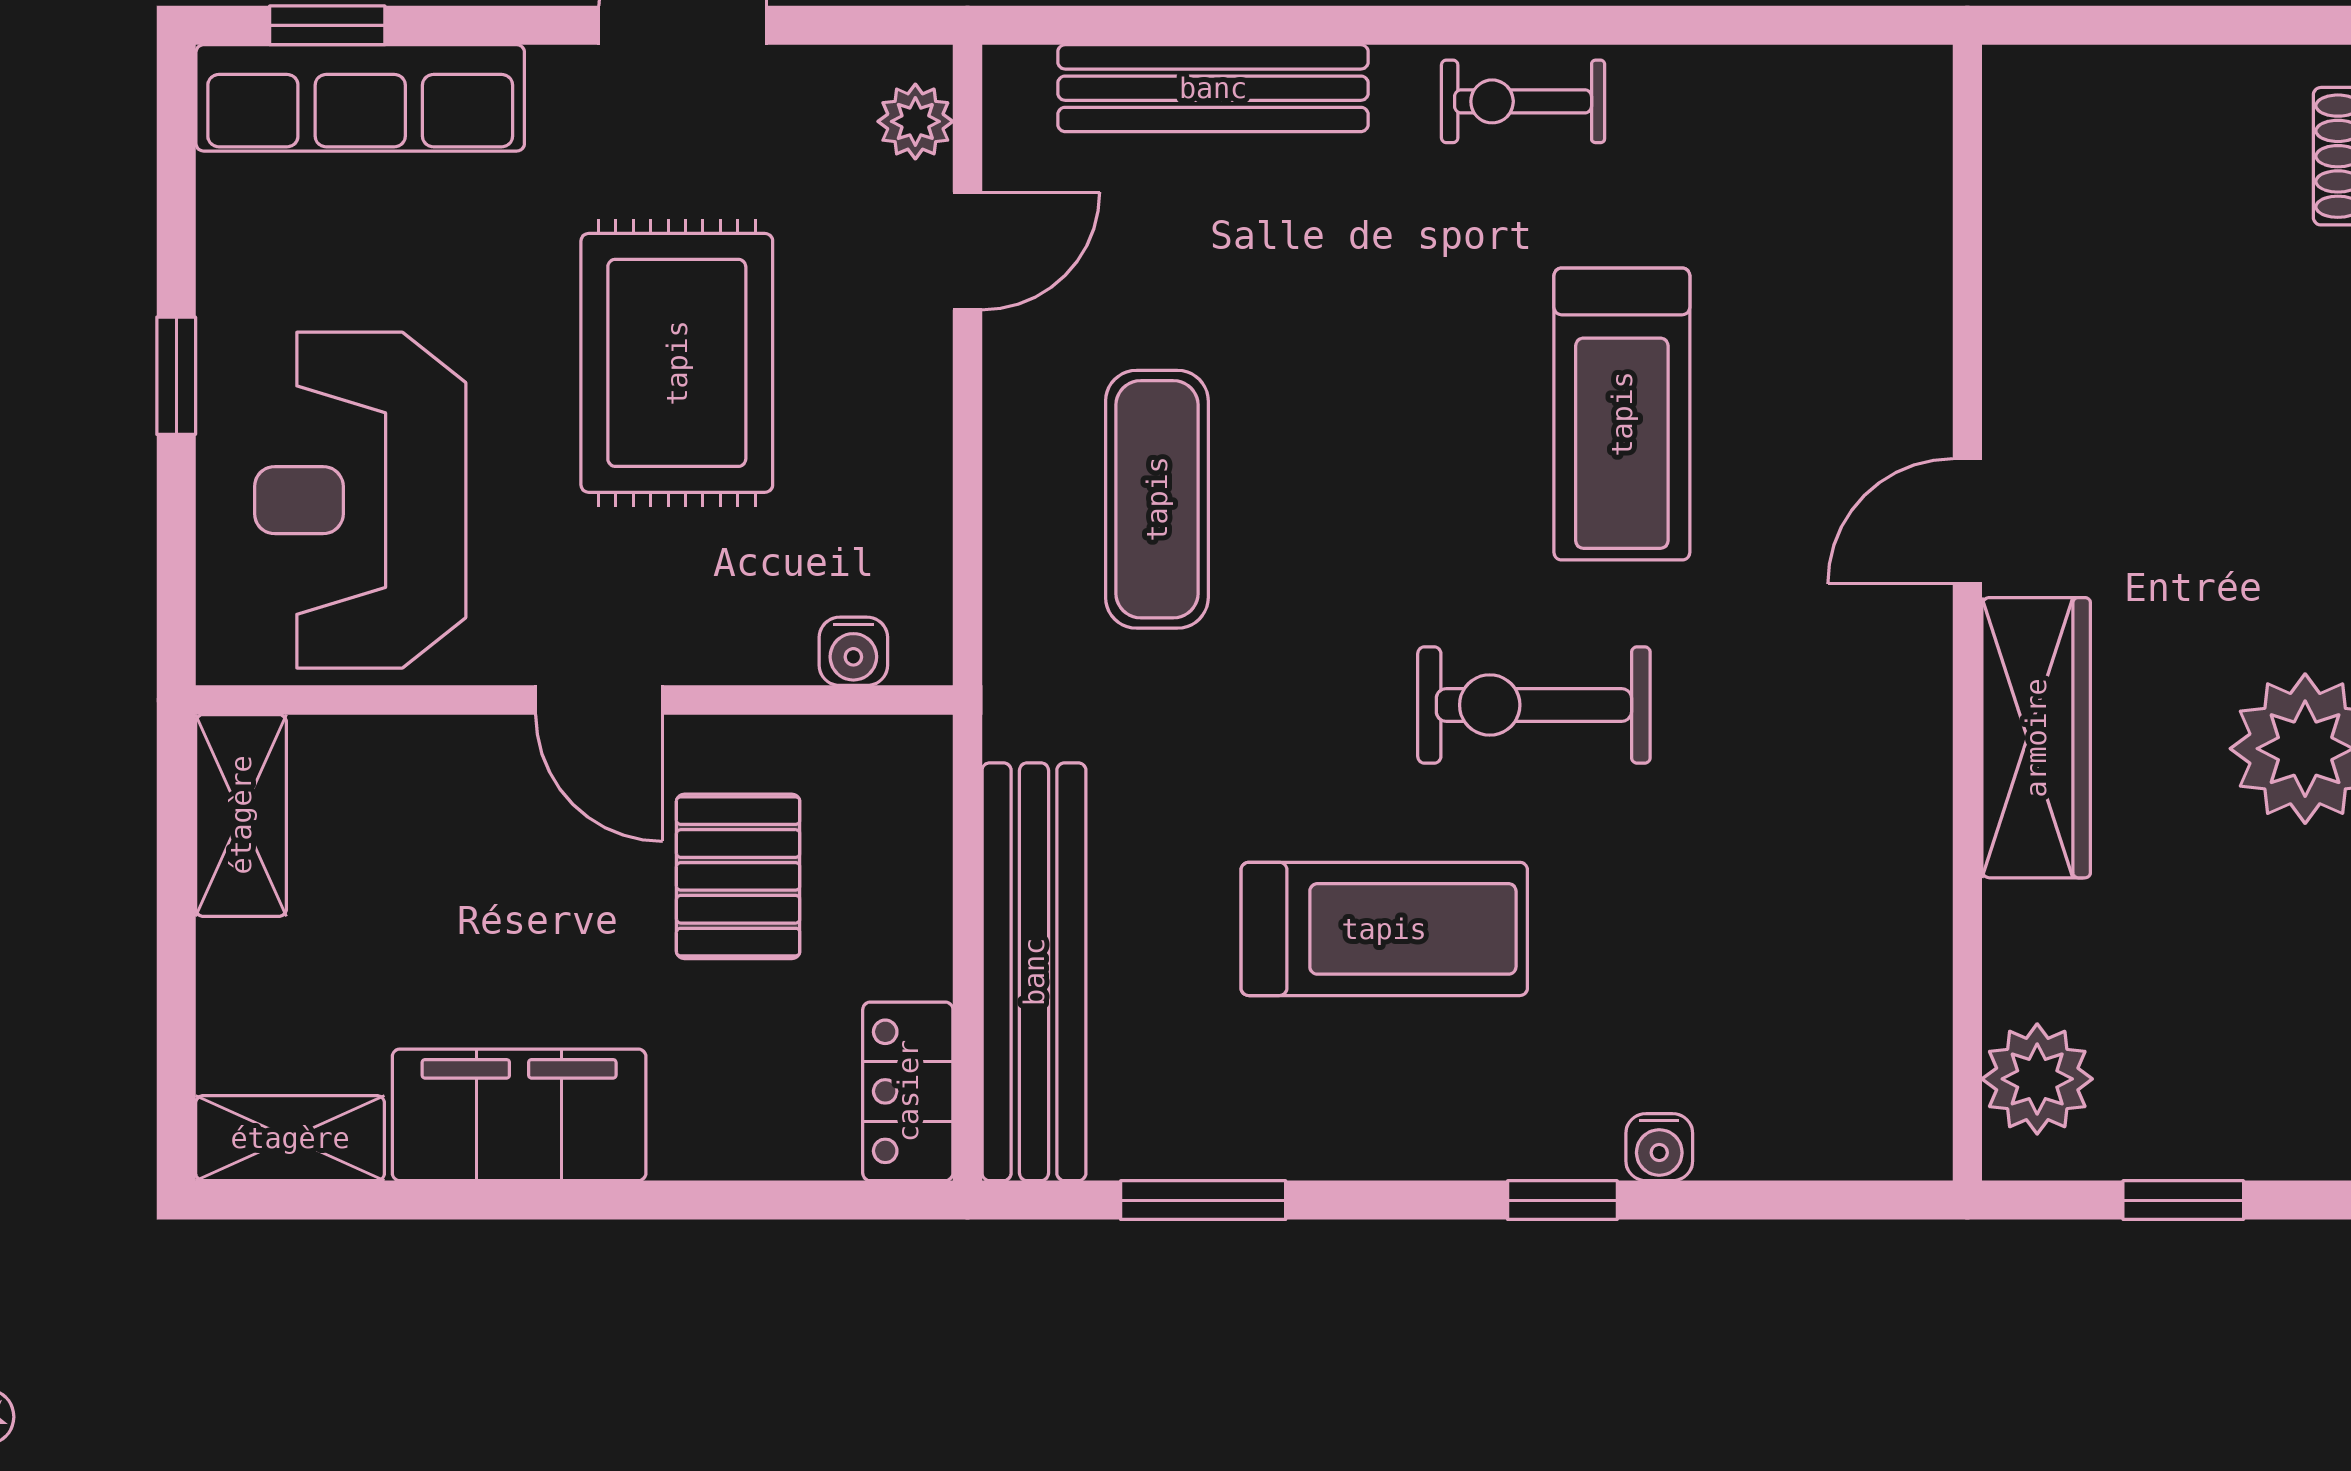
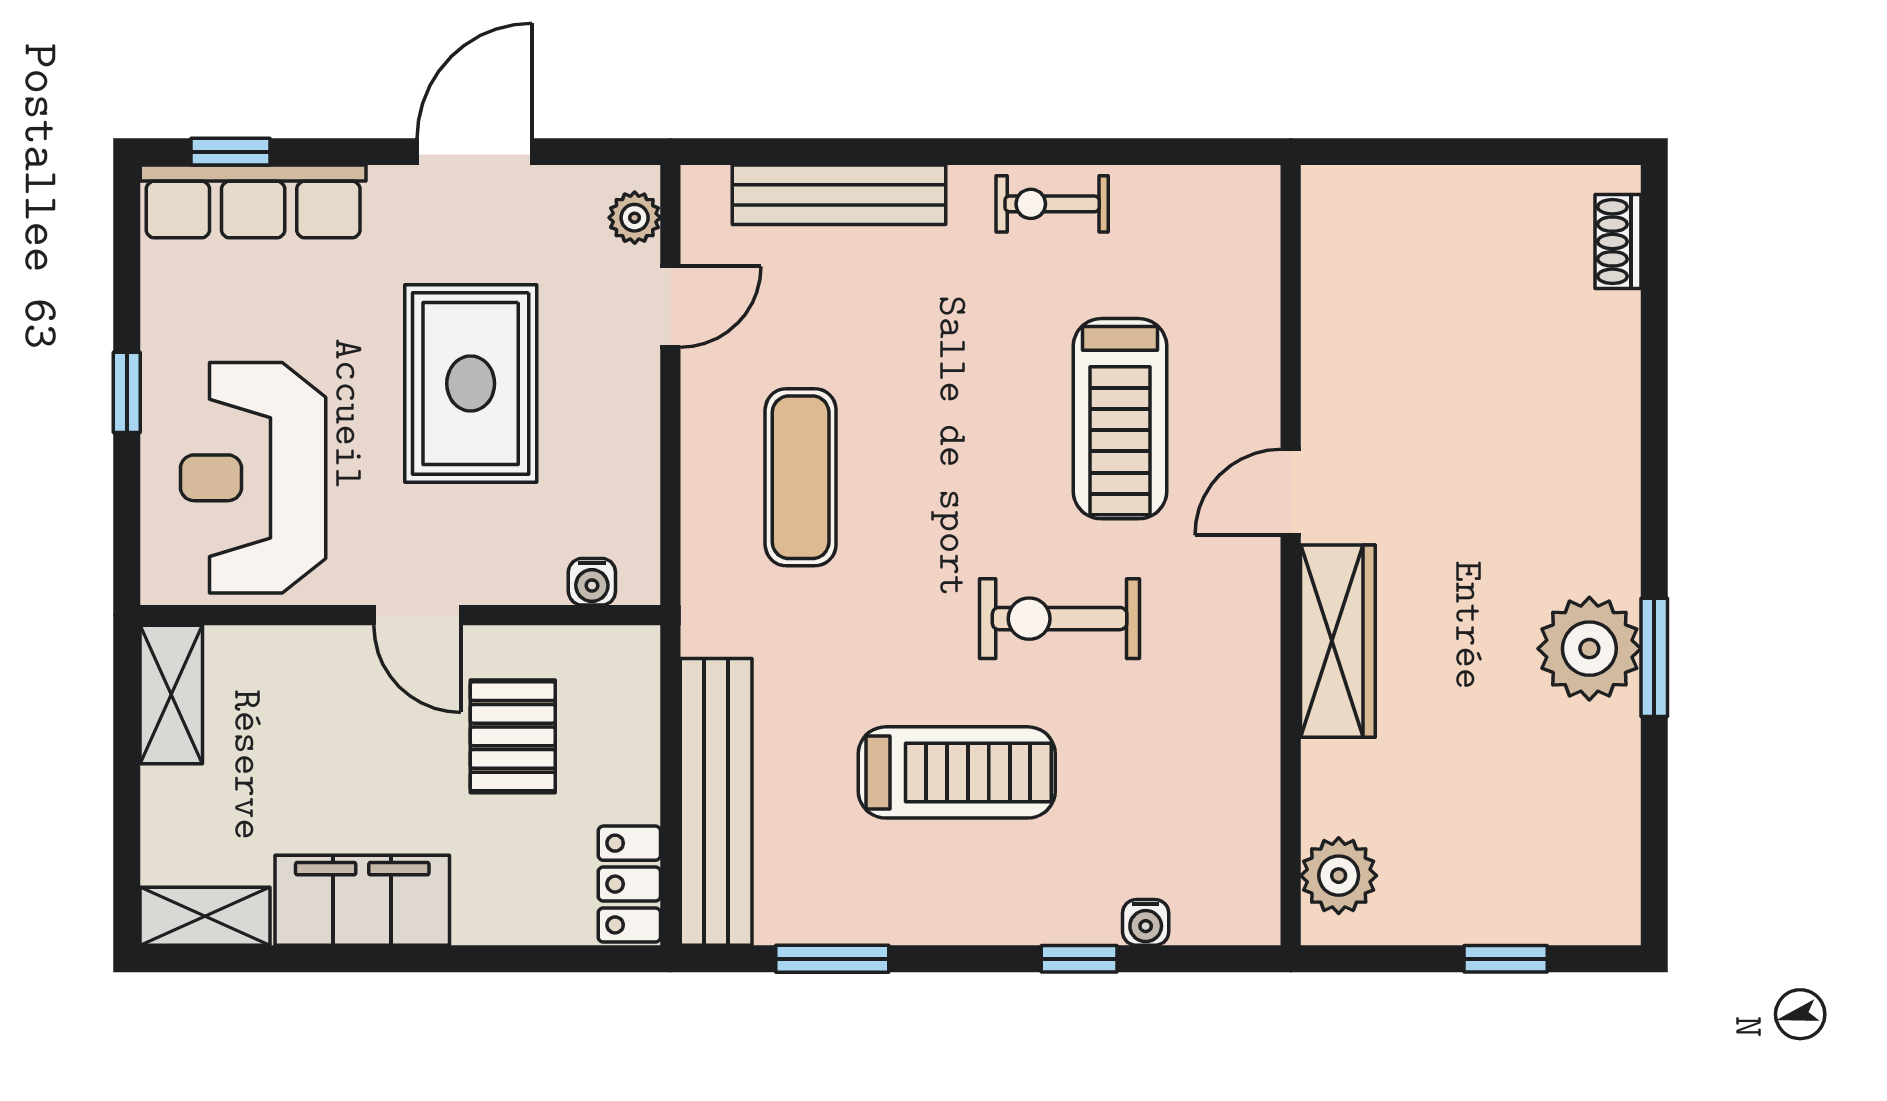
door: (1967, 521) -> (1291, 492), moved
wall: (1967, 613) -> (1291, 555), moved
wardrobe: (2036, 738) -> (1338, 641), moved
plant: (2037, 1079) -> (1339, 876), moved

